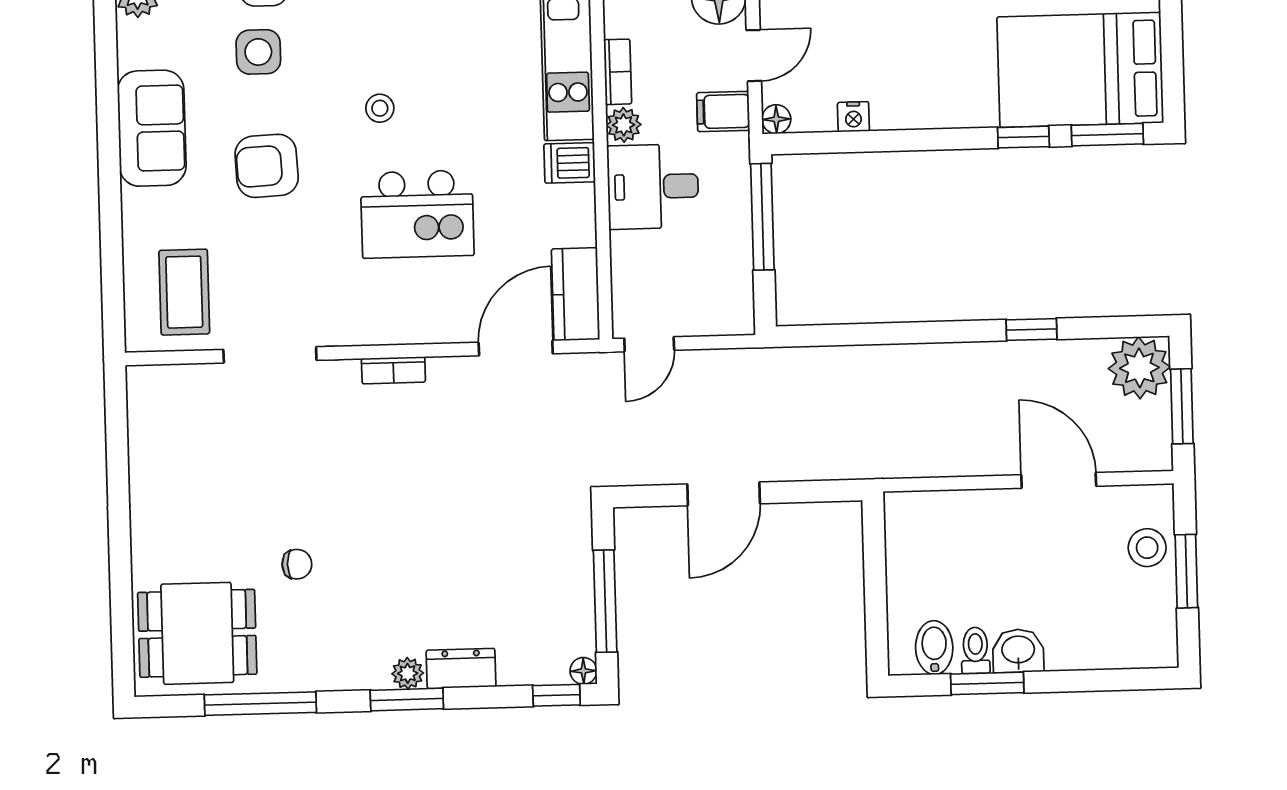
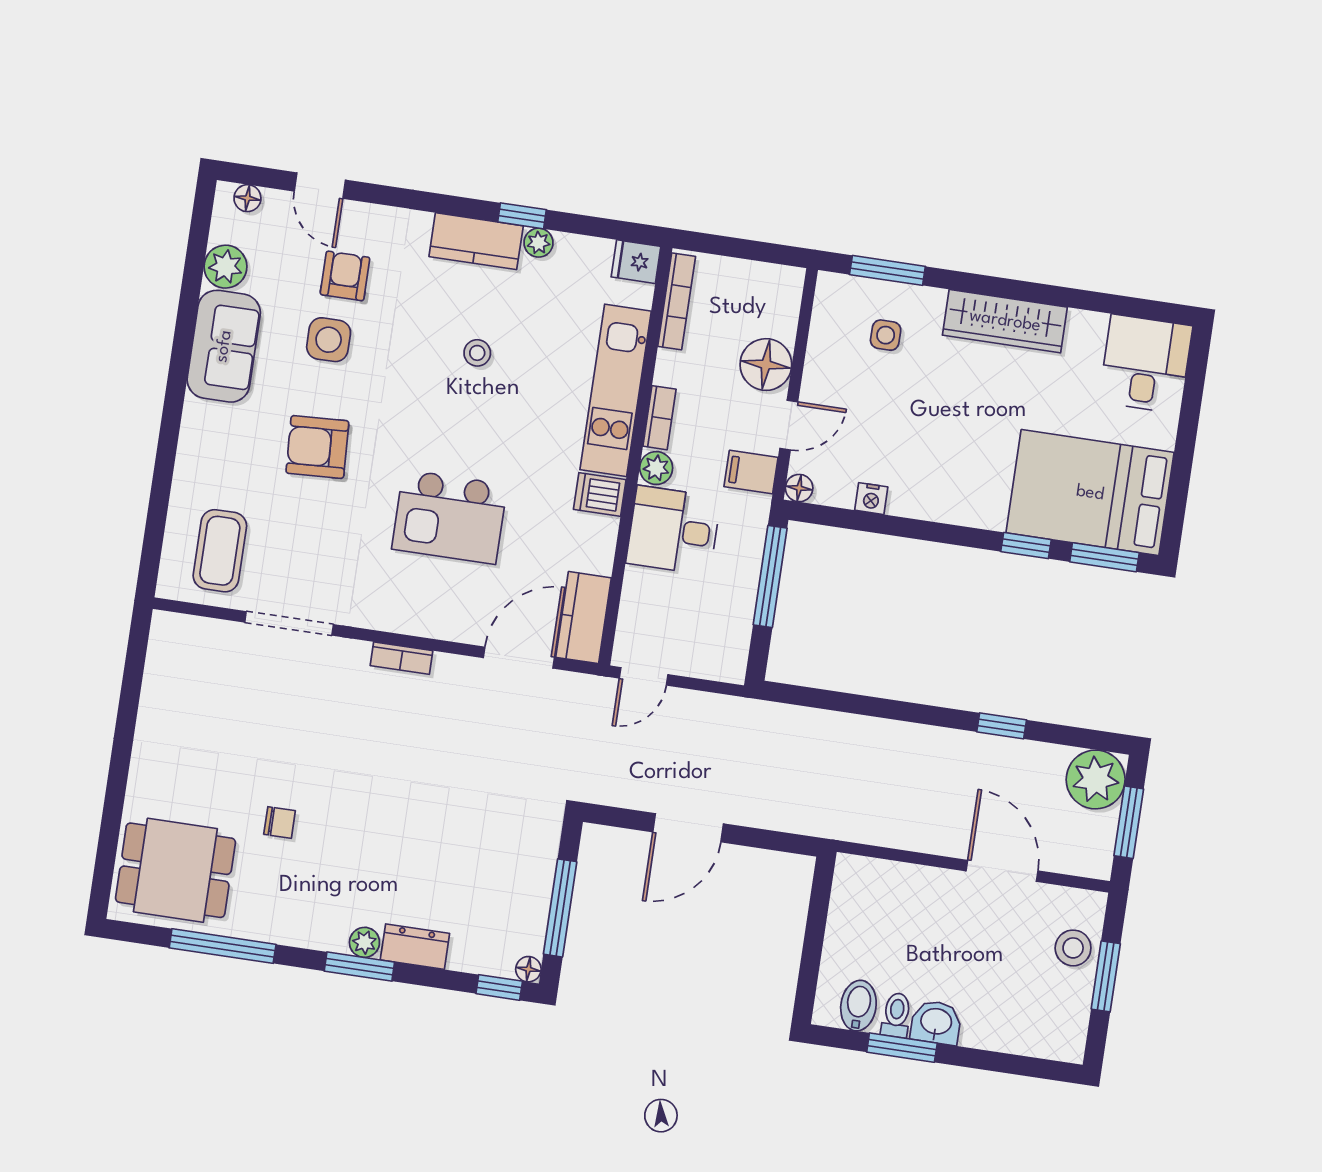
stool: (380, 108) -> (477, 353), moved
sofa: (152, 128) -> (224, 346), moved

